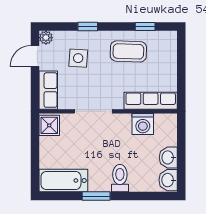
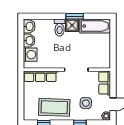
coffee table: (128, 51) -> (54, 107), width x1.36, depth x1.32
washing machine: (143, 124) -> (30, 55), moved, turned 90
shower: (49, 125) -> (72, 25), moved

